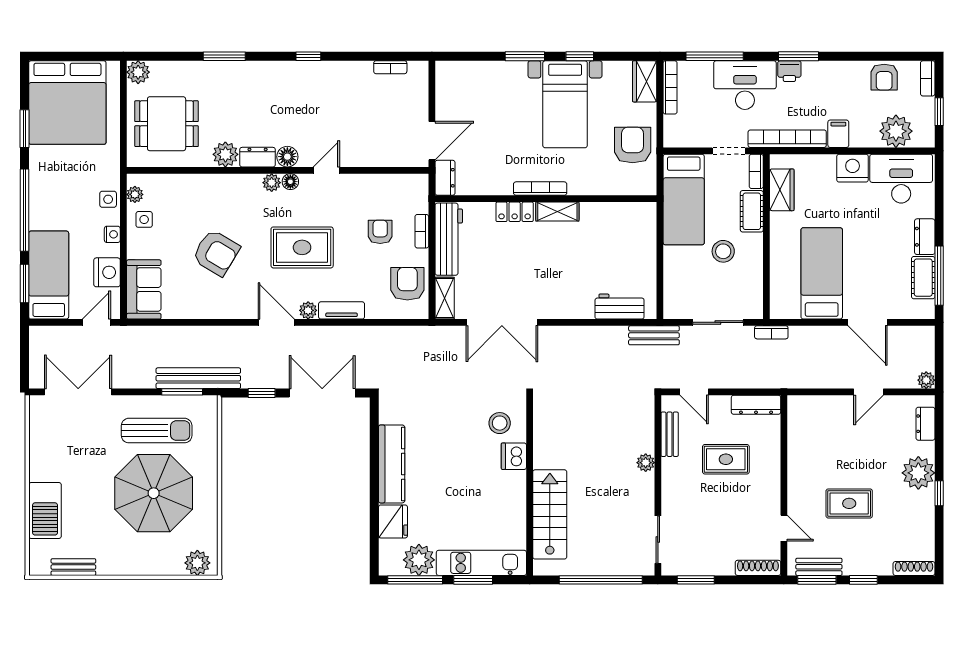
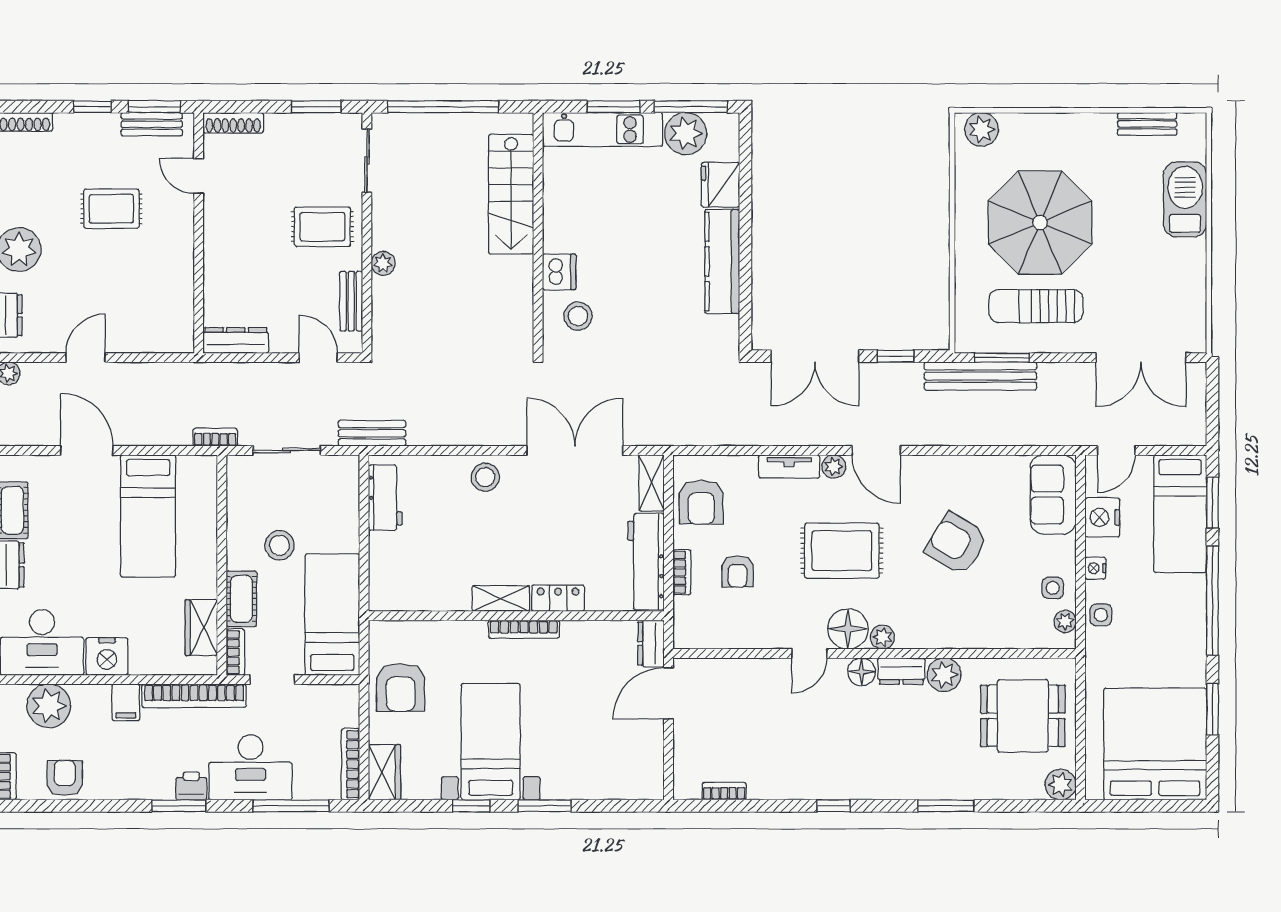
floor lamp: (290, 182) -> (848, 629), width x1.89, depth x1.89
stool: (569, 302) -> (485, 477), added
workbench: (620, 307) -> (385, 498), moved, turned -90
rug: (726, 459) -> (322, 227), moved

